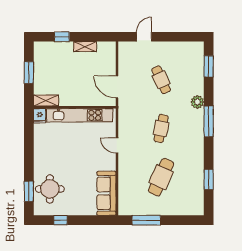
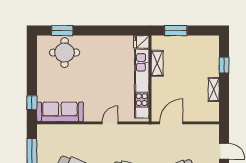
window: (29, 73) -> (176, 31), moved
shelving: (46, 101) -> (157, 63), moved
window: (60, 220) -> (32, 103), moved

